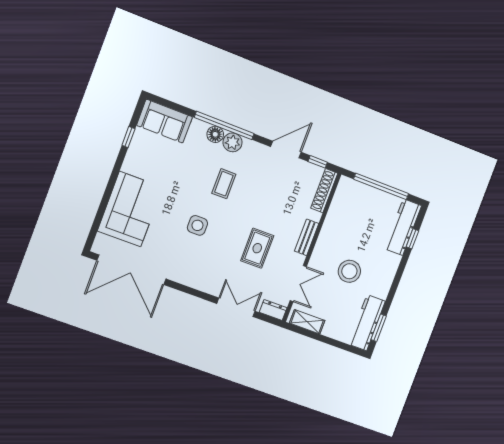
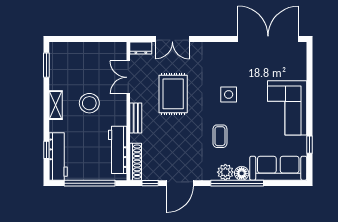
sofa: (165, 121) -> (278, 168), width x1.36
corner sofa: (130, 209) -> (287, 108), moved
rug: (257, 248) -> (173, 94), width x1.36, depth x1.43
shelving: (307, 322) -> (56, 105), moved, turned 90
workbench: (367, 323) -> (118, 150), moved, turned 180

